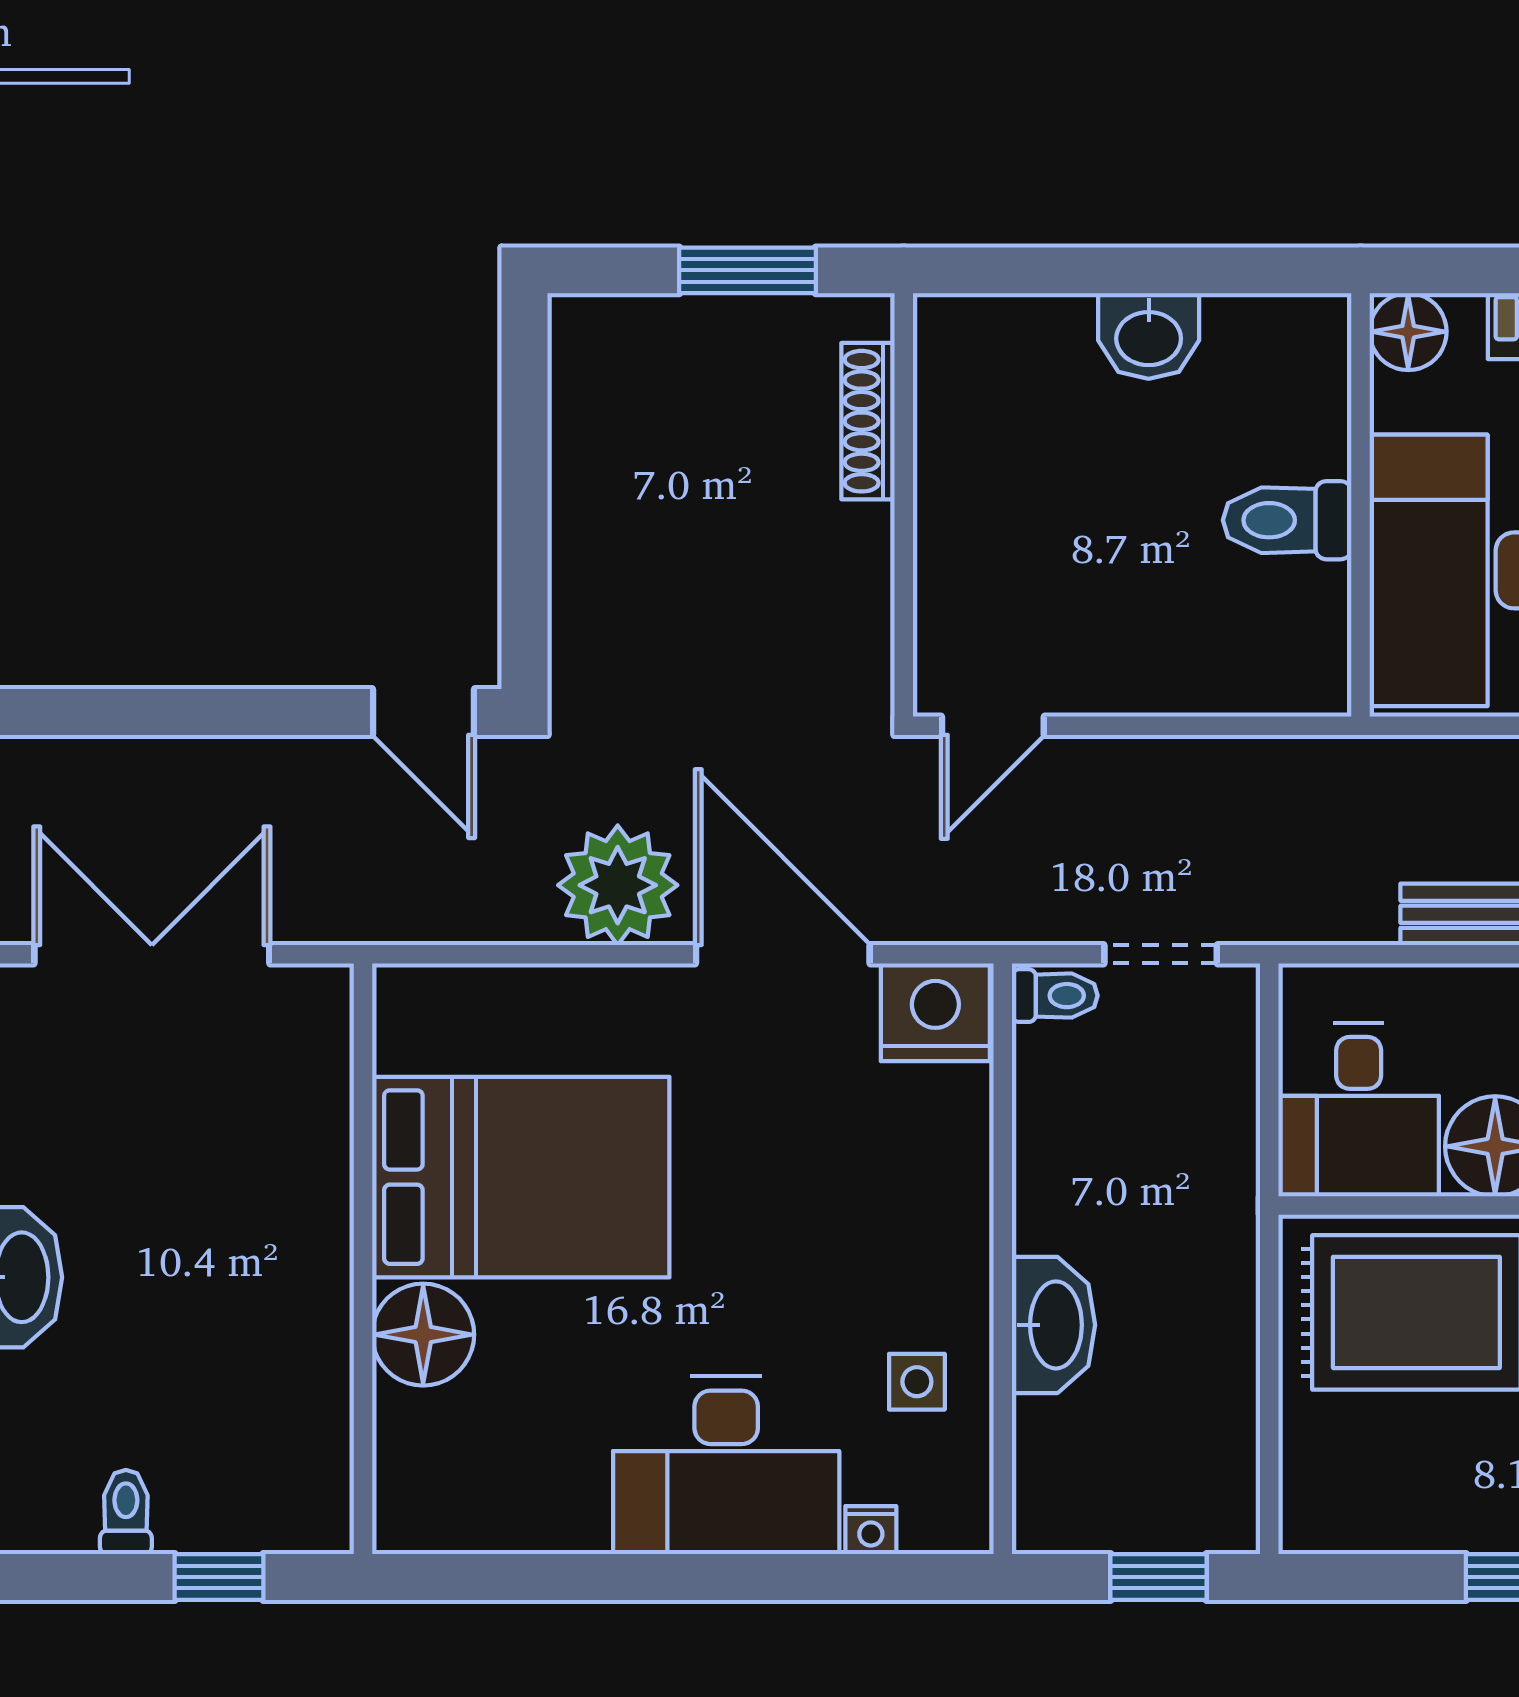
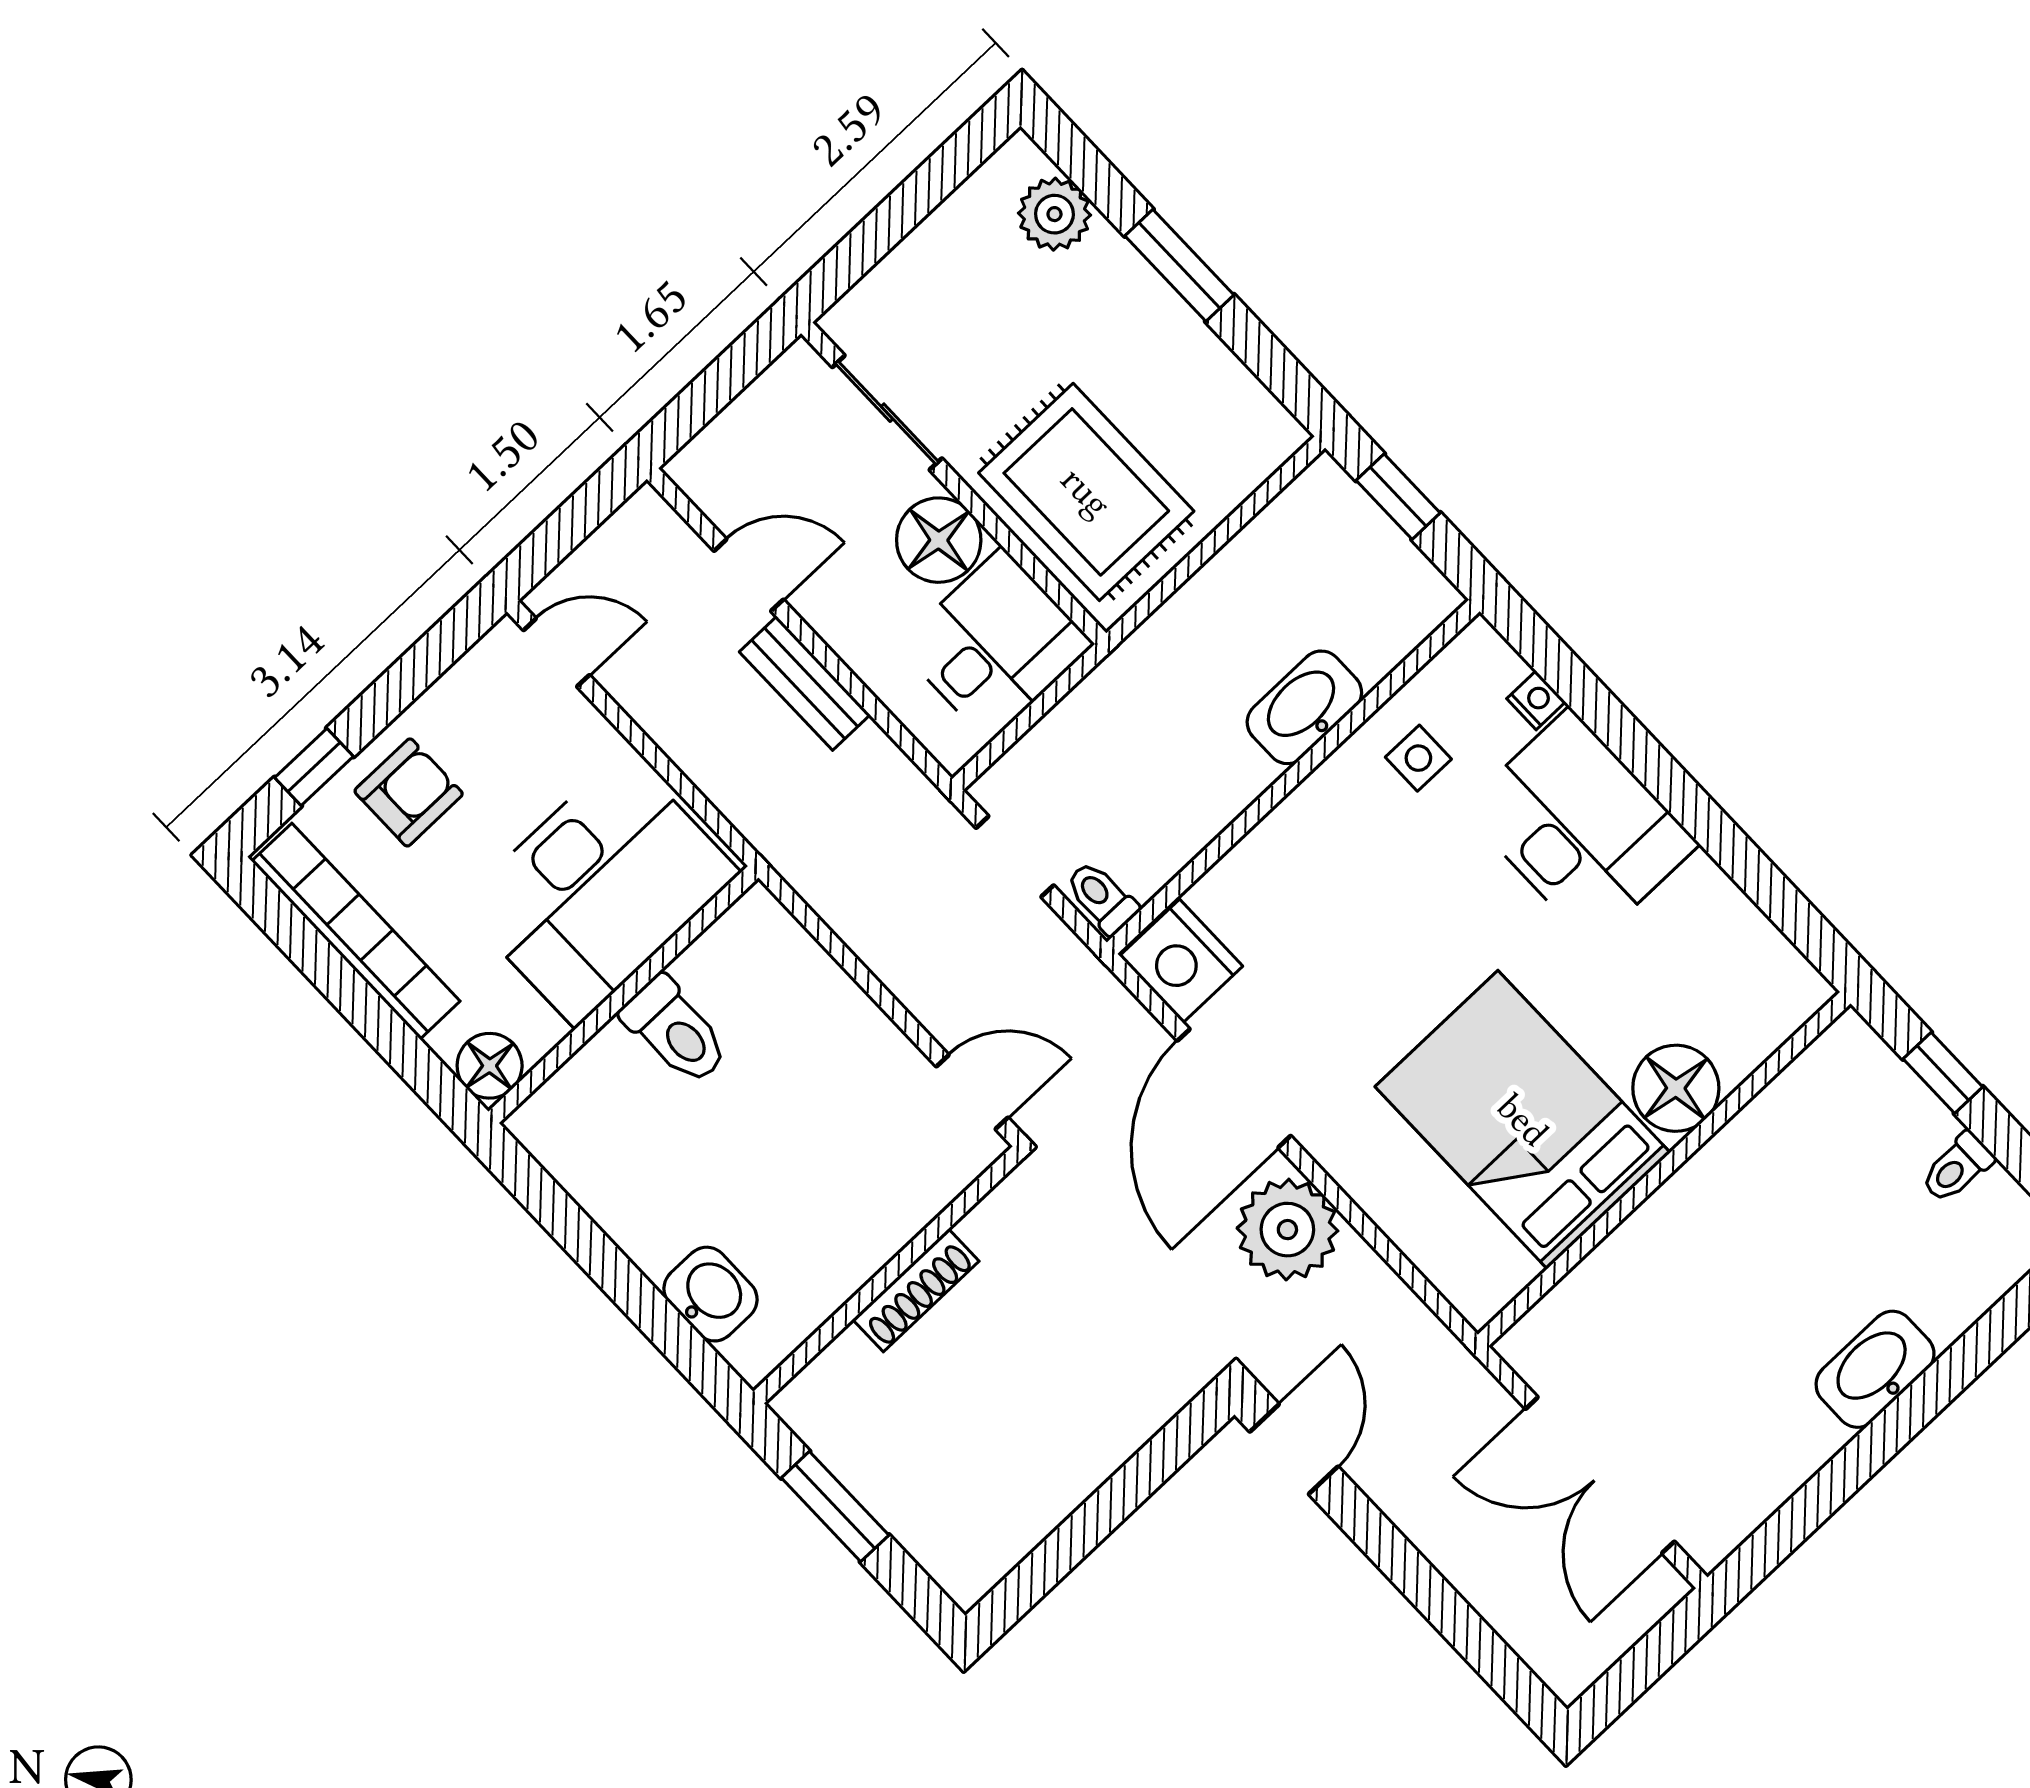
washbasin: (1149, 336) -> (710, 1294), moved
shoe rack: (868, 421) -> (916, 1290), moved

